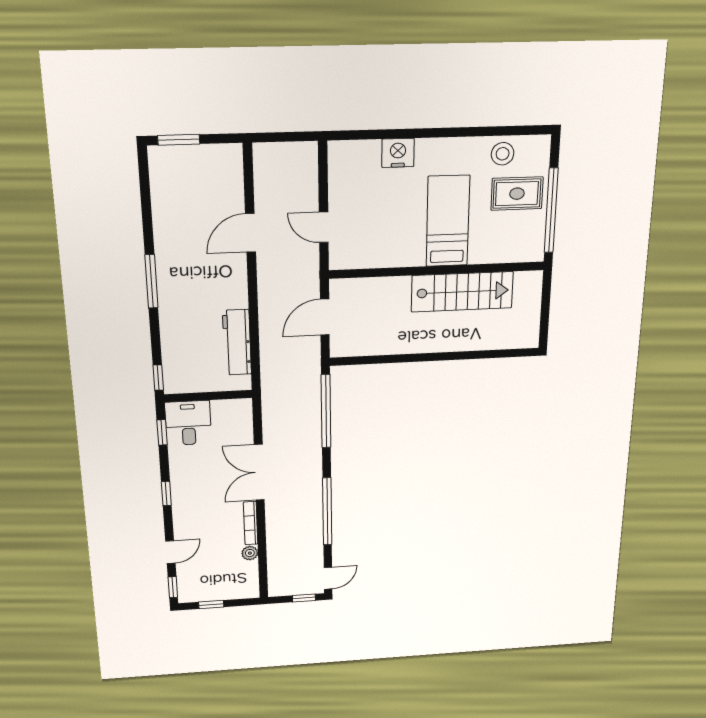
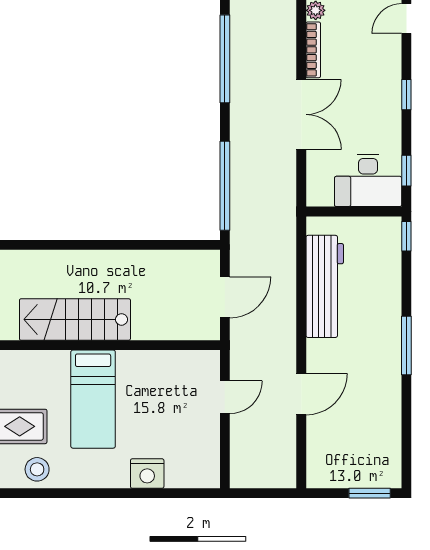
door: (324, 227) -> (225, 397), hinge flipped
workbench: (237, 342) -> (325, 286), width x1.36, depth x1.32
desk: (188, 423) -> (368, 180), width x1.37

